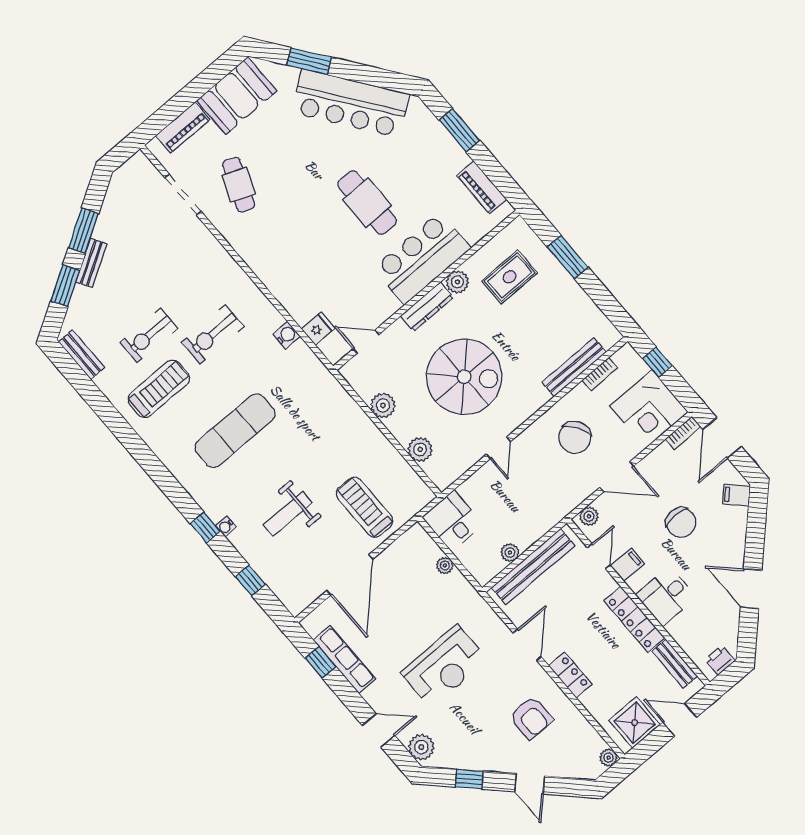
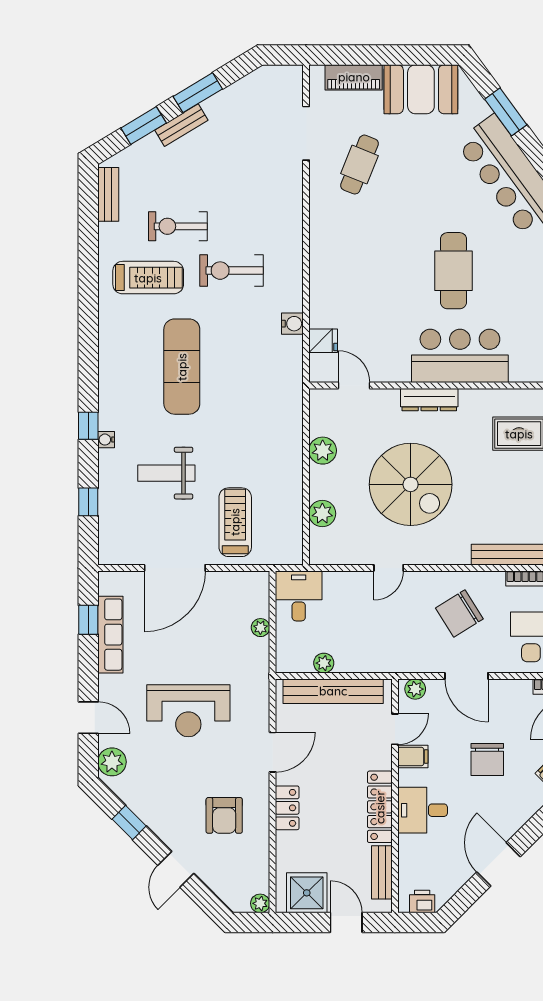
plant: (457, 282) -> (472, 401), removed
exercise mat: (235, 431) -> (182, 367), turned 90

